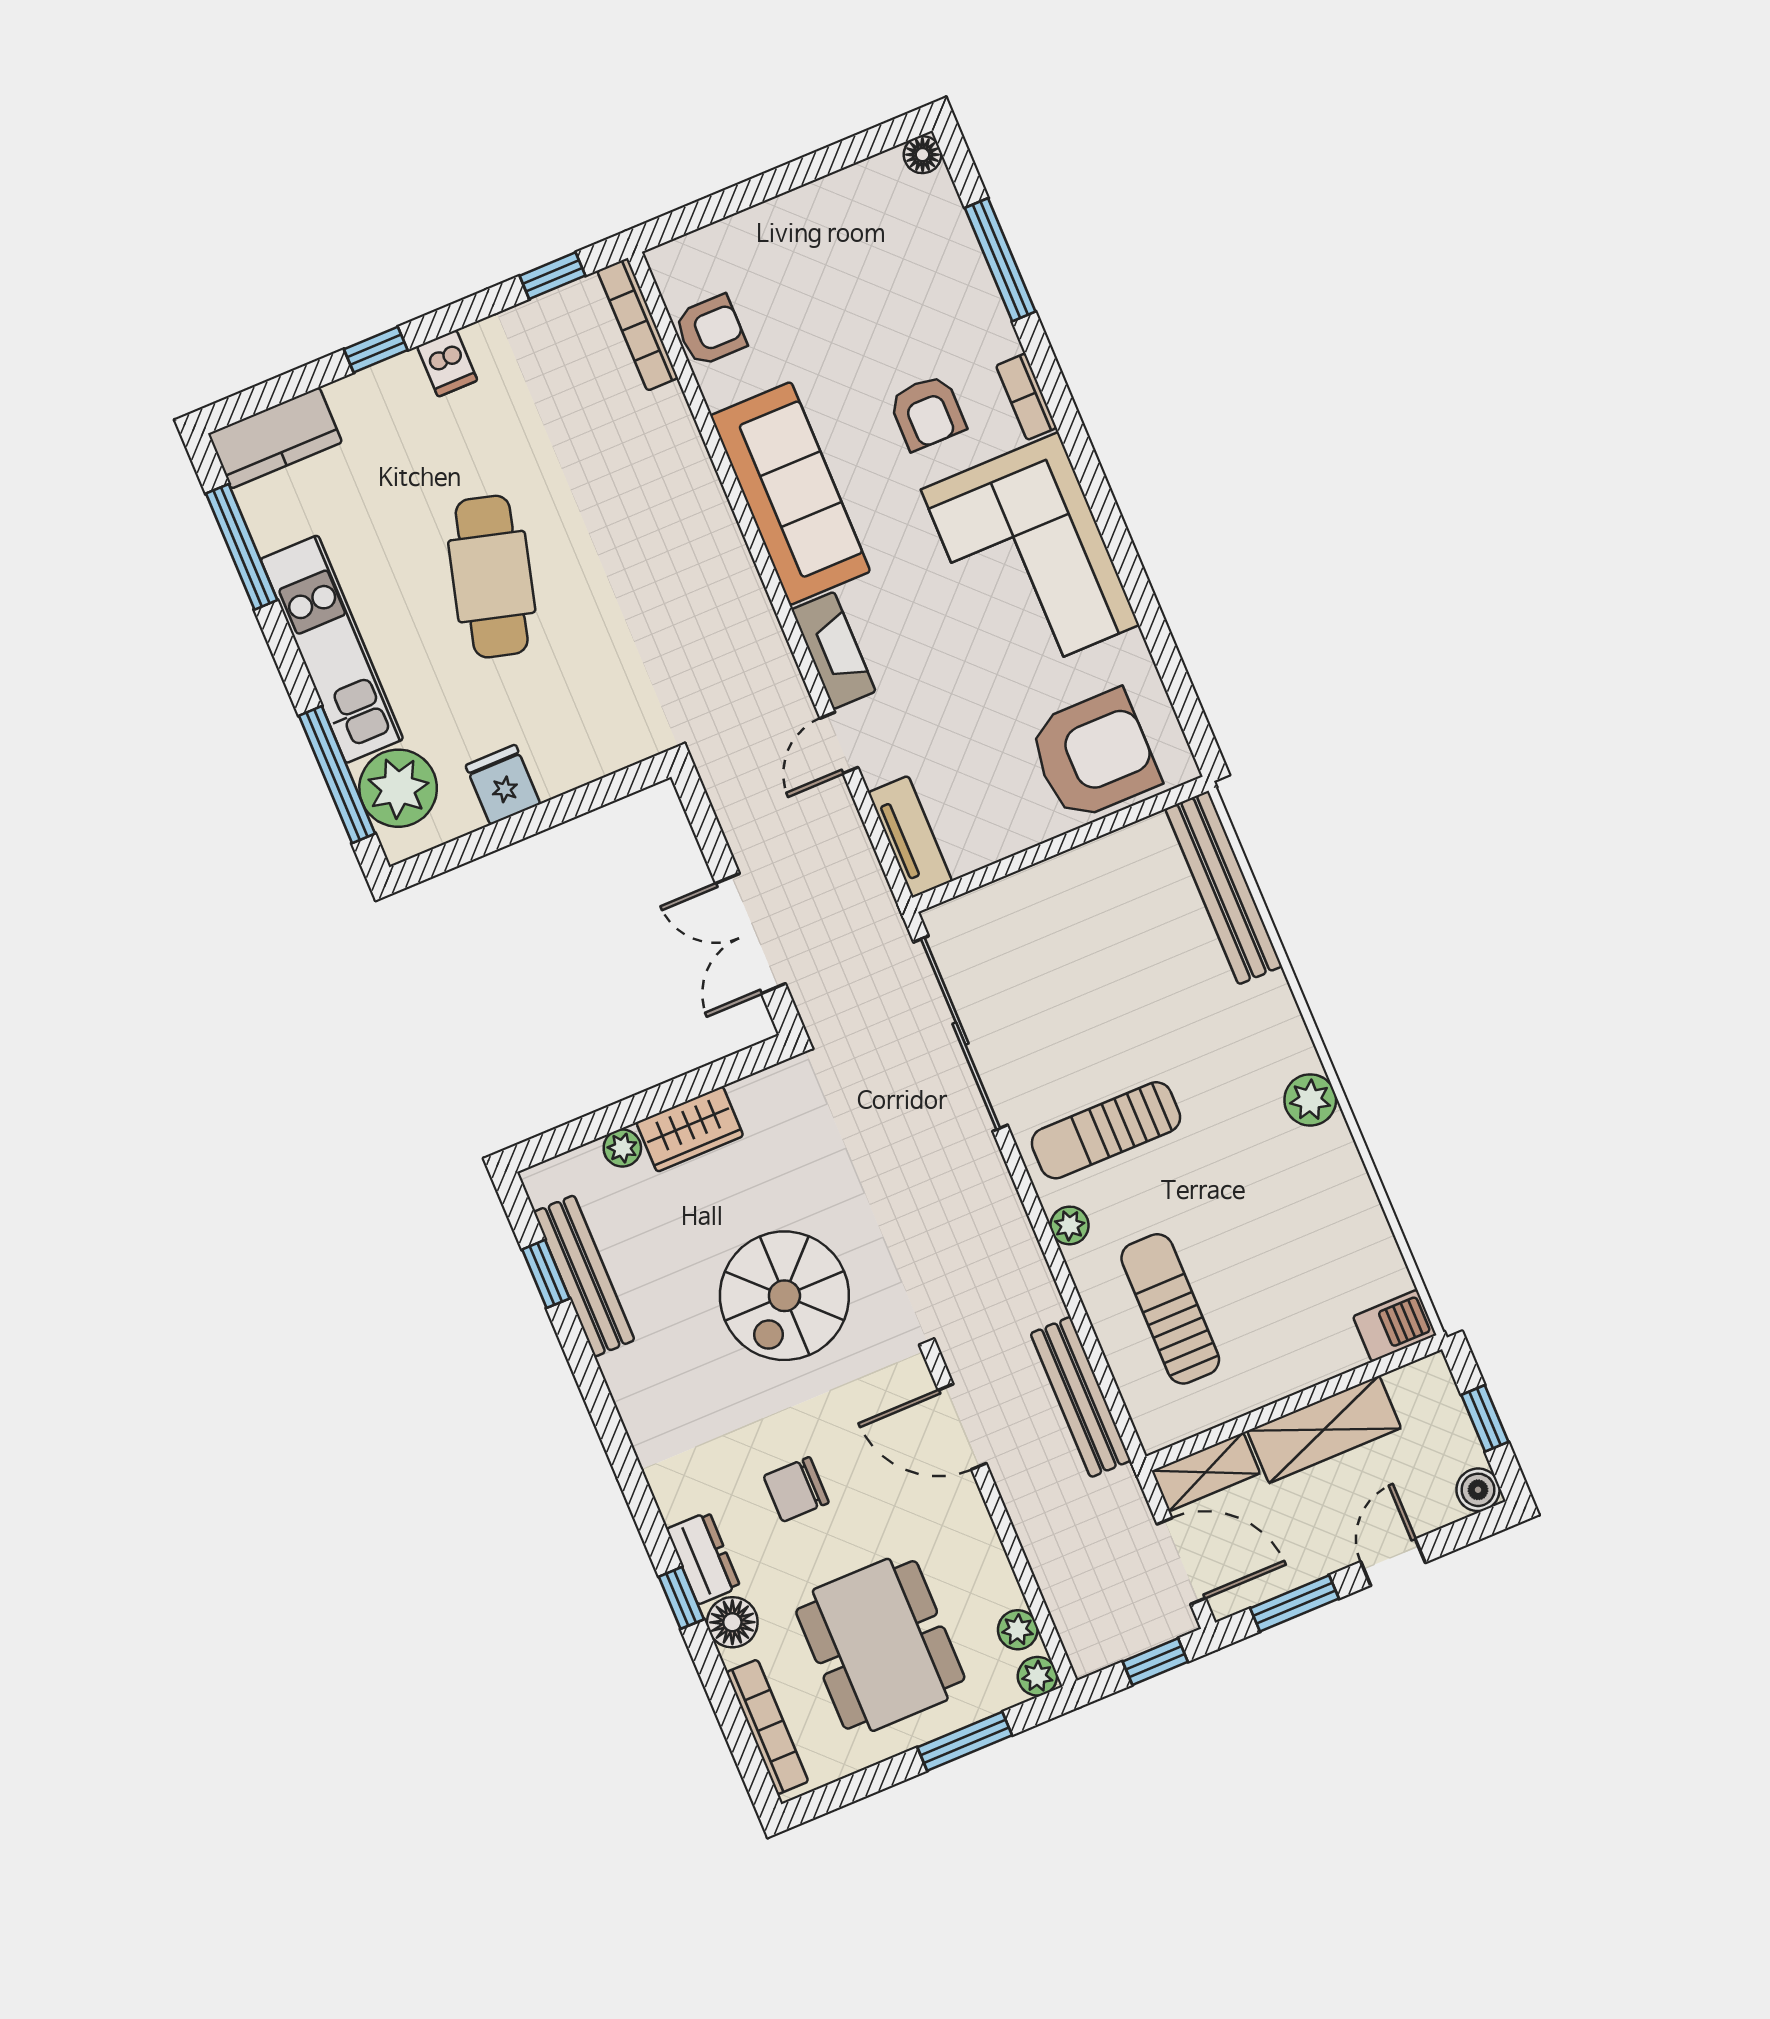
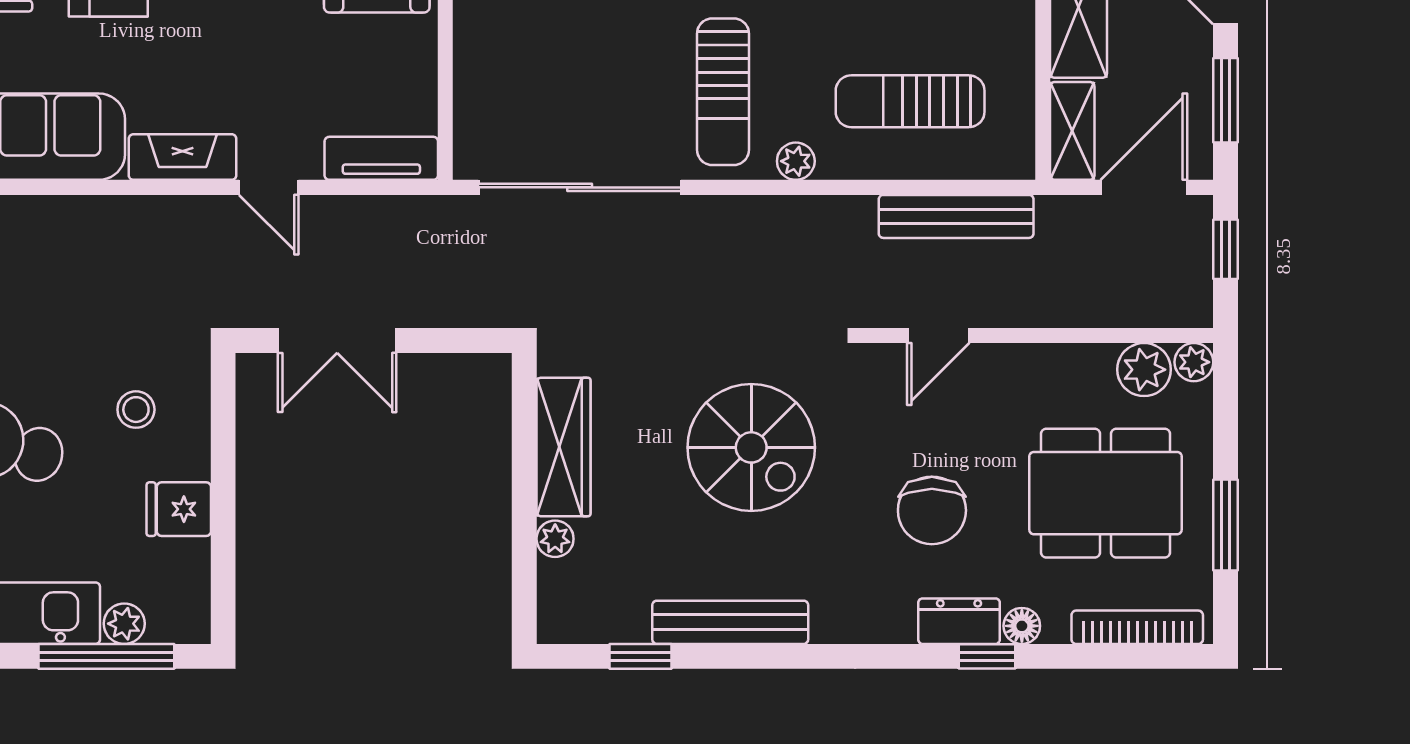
stool: (579, 706) -> (136, 410), added
plant: (398, 788) -> (124, 624), width x0.53, depth x0.53
double door: (751, 934) -> (337, 340), moved
wardrobe: (690, 1129) -> (564, 447), width x1.50
bench: (584, 1276) -> (730, 622), moved
door: (962, 1427) -> (938, 335), width x0.73
chair: (796, 1489) -> (932, 510), width x1.37, depth x1.37
floor lamp: (732, 1622) -> (1022, 626), width x0.73, depth x0.73
plant: (1018, 1630) -> (1144, 370), width x1.38, depth x1.38
window: (965, 1741) -> (1225, 525), moved

